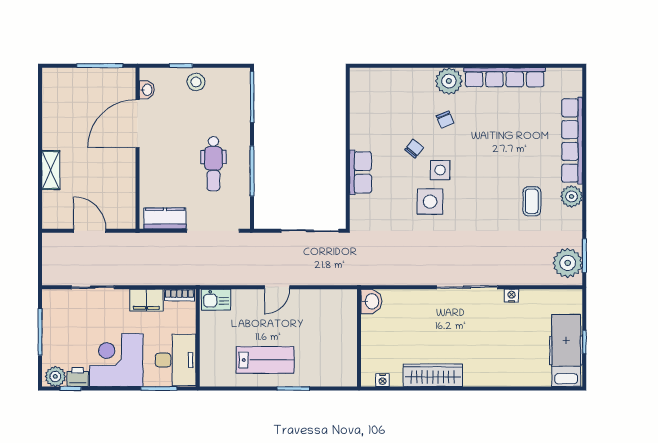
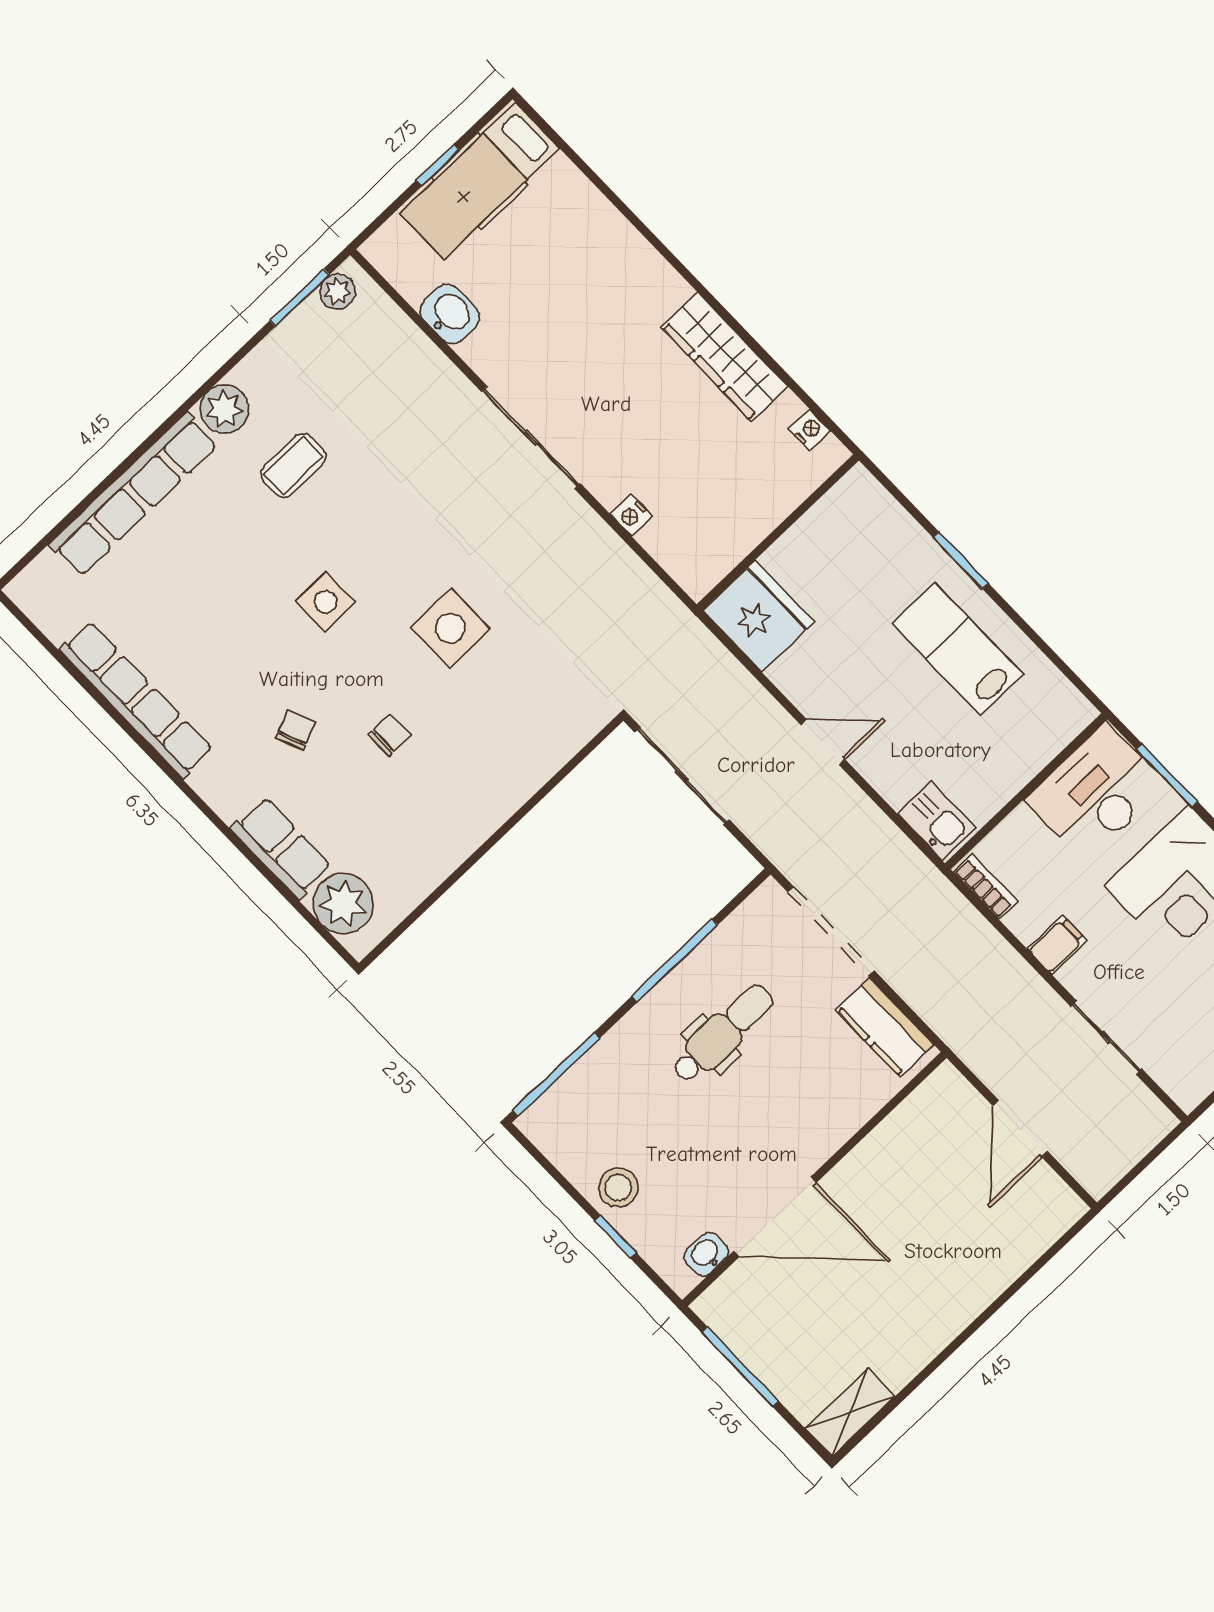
plant: (449, 81) -> (343, 904), moved
chair: (414, 149) -> (390, 735), turned 141
shelving: (51, 170) -> (850, 1412), moved
side table: (440, 170) -> (325, 602), moved
row of seats: (360, 172) -> (281, 848), moved, turned 90
plant: (568, 263) -> (337, 291), width x0.53, depth x0.53
nightstand: (512, 296) -> (632, 515), moved
filing cabinet: (146, 300) -> (1057, 945), width x0.50
washbasin: (371, 301) -> (450, 314), moved, turned 90
fridge: (338, 305) -> (758, 616), added

